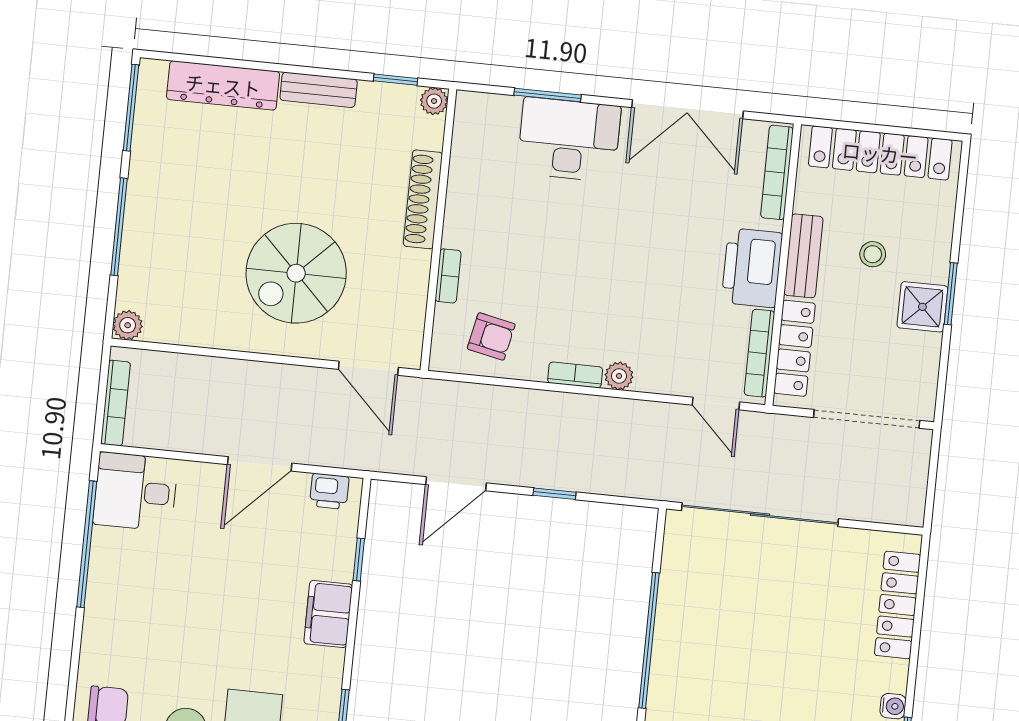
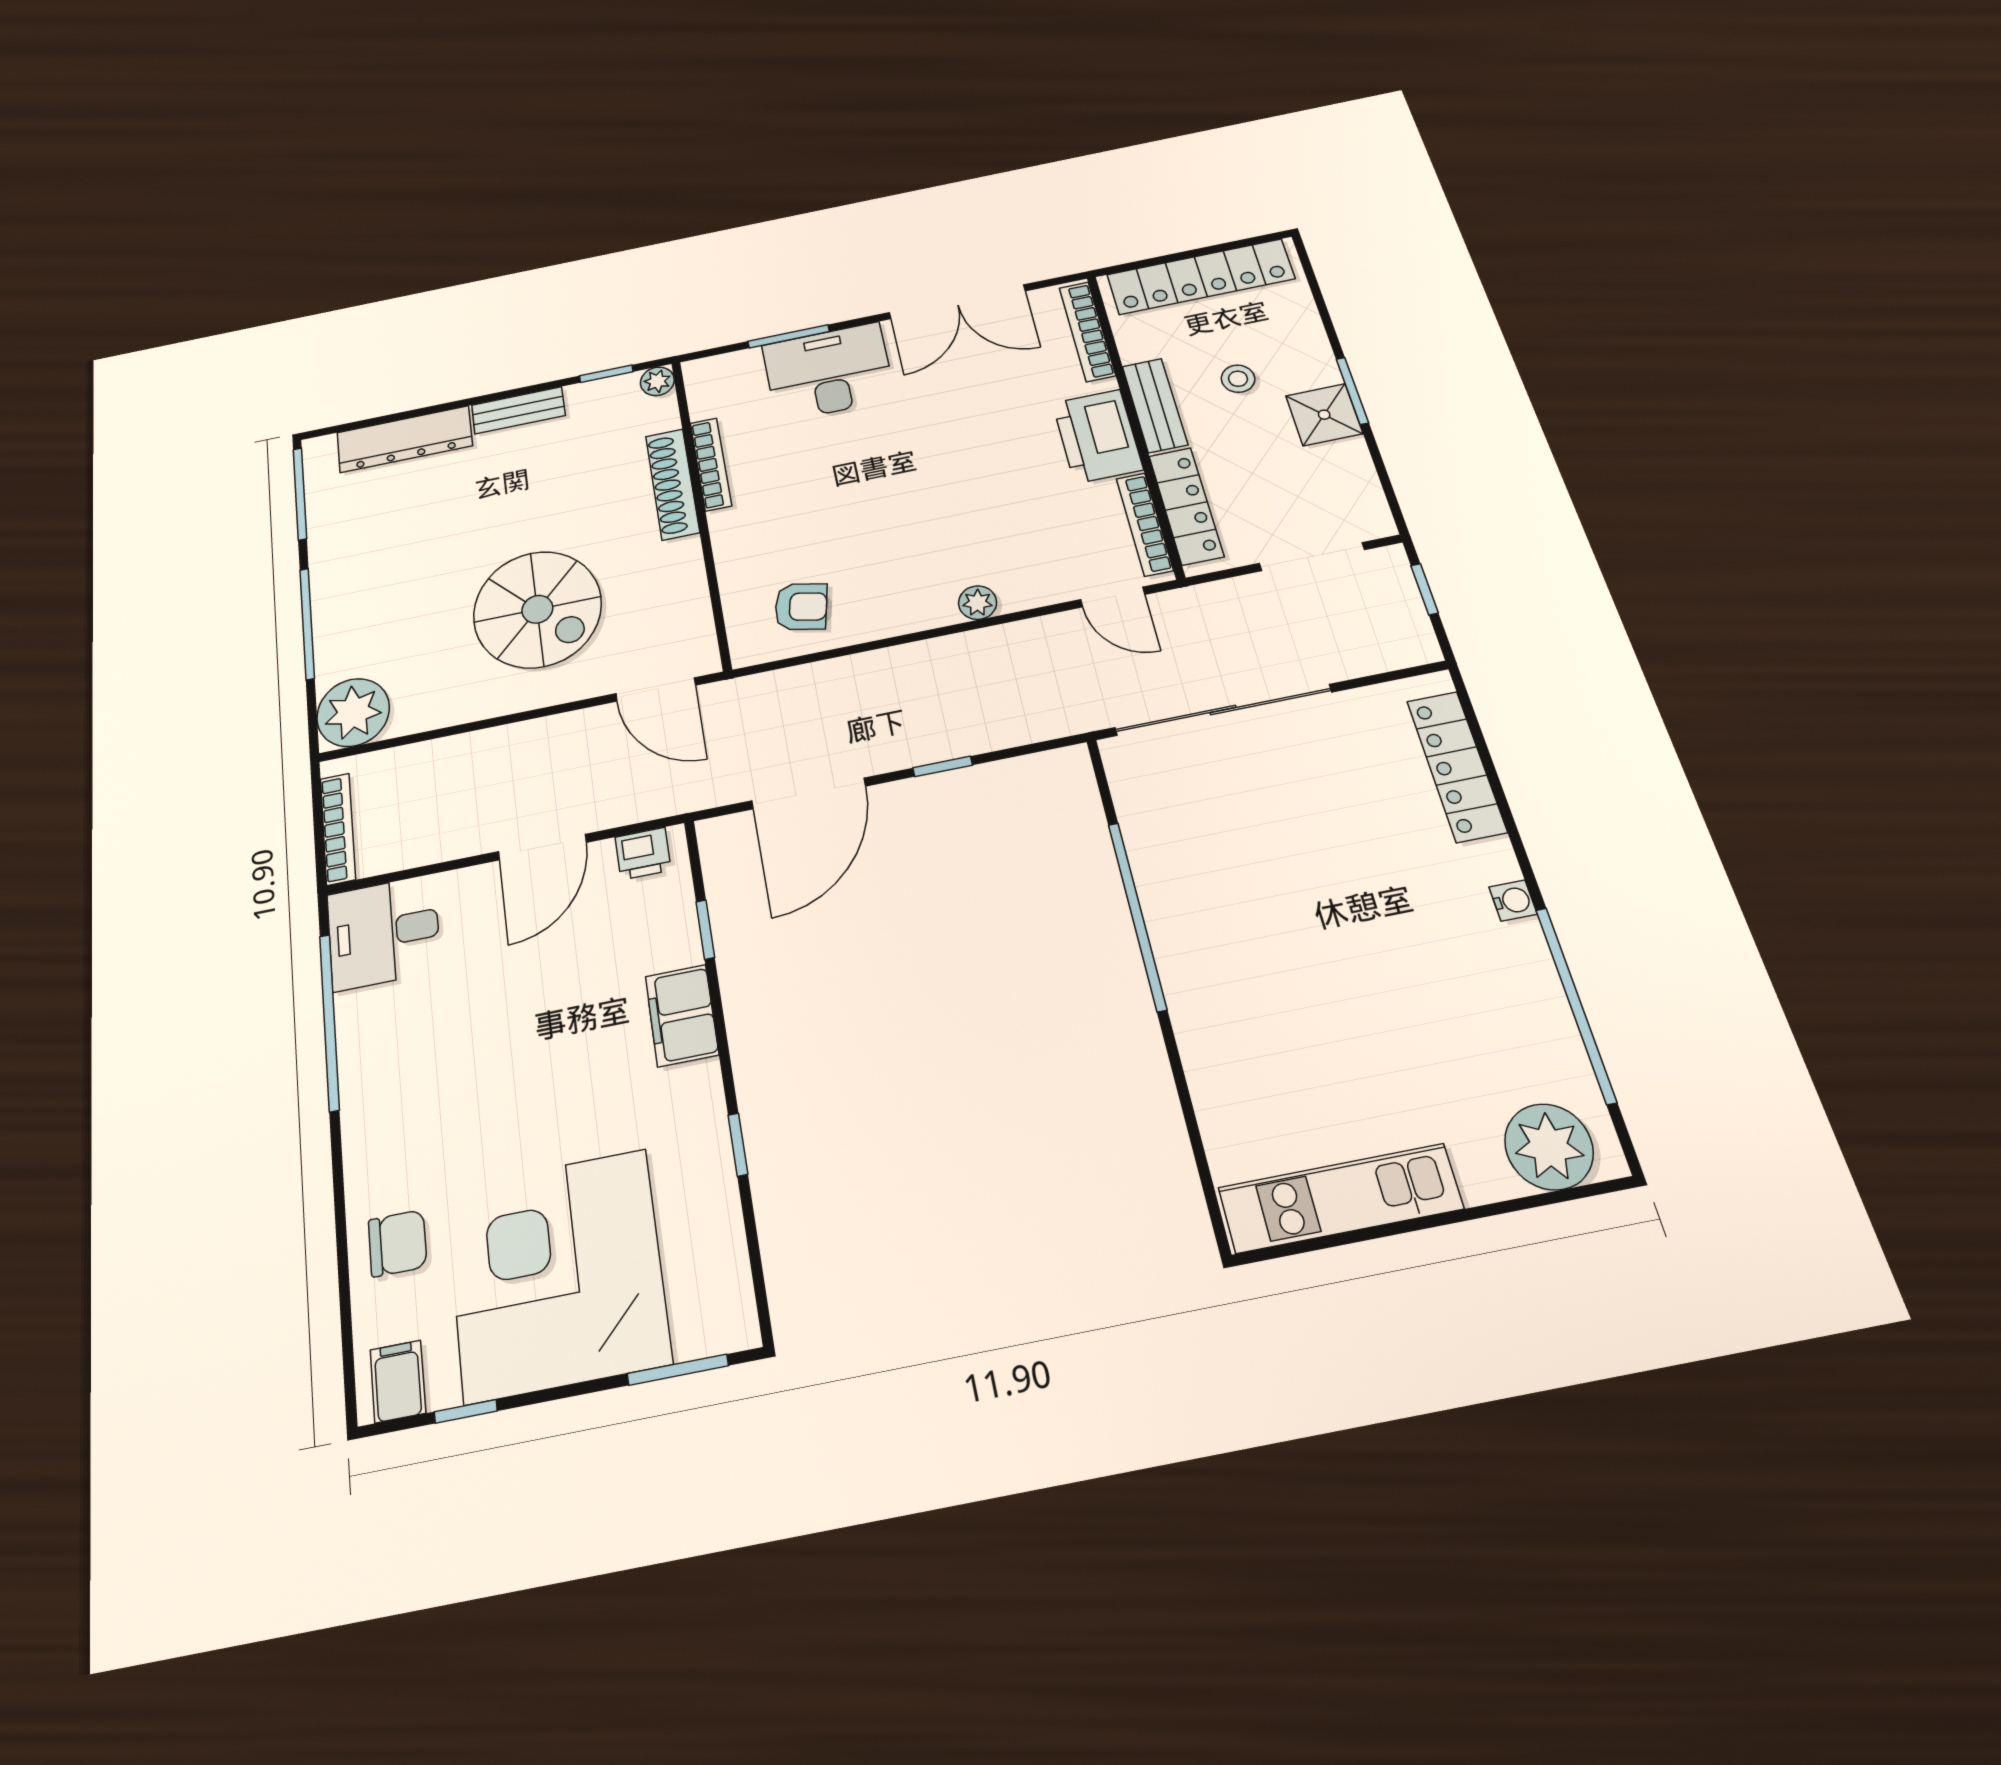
spiral stairs: (296, 273) -> (537, 609), turned -90
bookcase: (448, 276) -> (711, 464), moved, width x1.56
plant: (128, 325) -> (353, 712), width x1.87, depth x1.87
bookcase: (575, 375) -> (921, 618), removed
doorway: (867, 419) -> (1312, 557), width x0.73
window: (933, 470) -> (1425, 589), added
door: (456, 484) -> (809, 793), width x1.36

